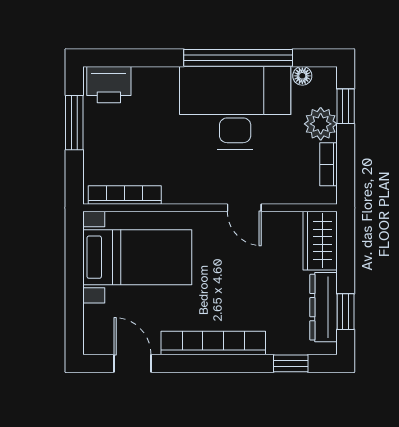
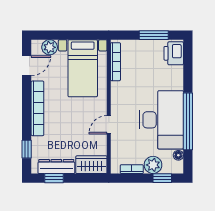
plant: (97, 320) -> (50, 47), added

